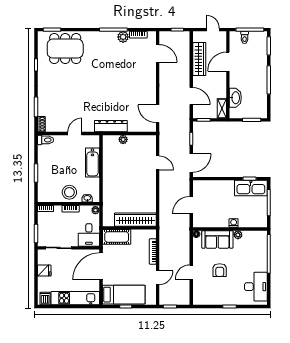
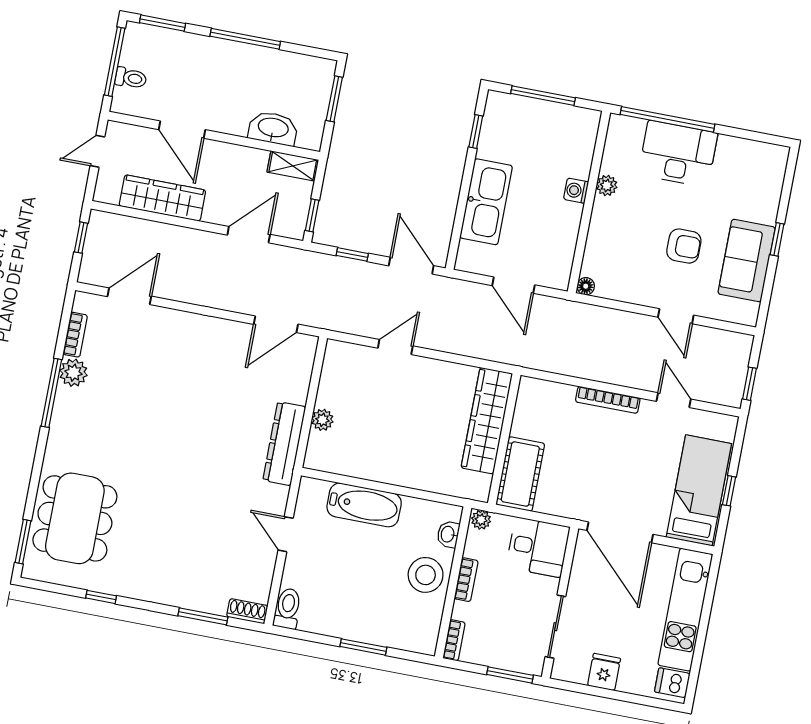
kitchen sink: (251, 188) -> (486, 202), moved
wardrobe: (135, 220) -> (487, 421), moved
wall: (129, 228) -> (504, 439), moved
cot: (117, 237) -> (520, 474), moved
sofa: (217, 239) -> (747, 260), moved, turned 180
desk: (256, 287) -> (678, 154), moved

